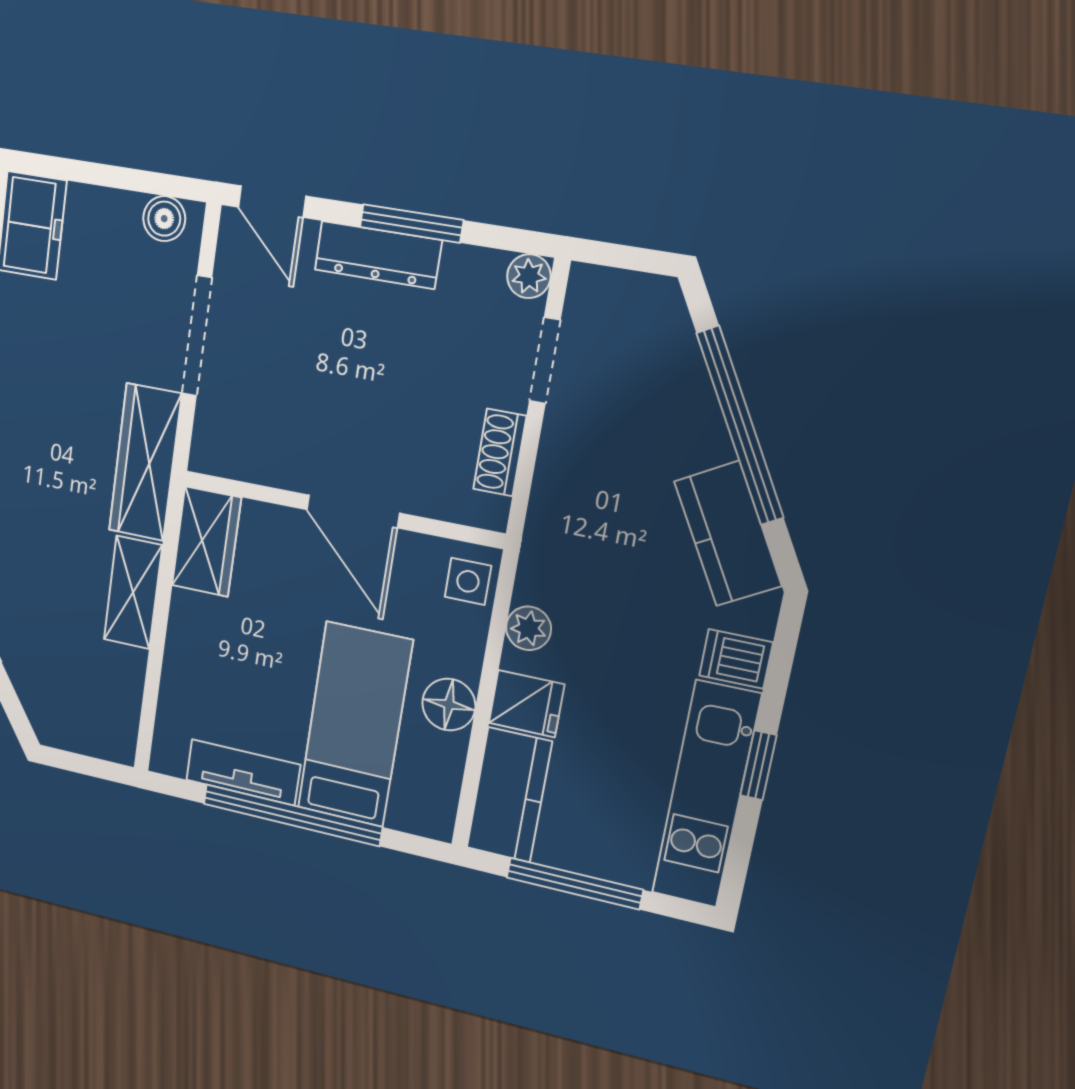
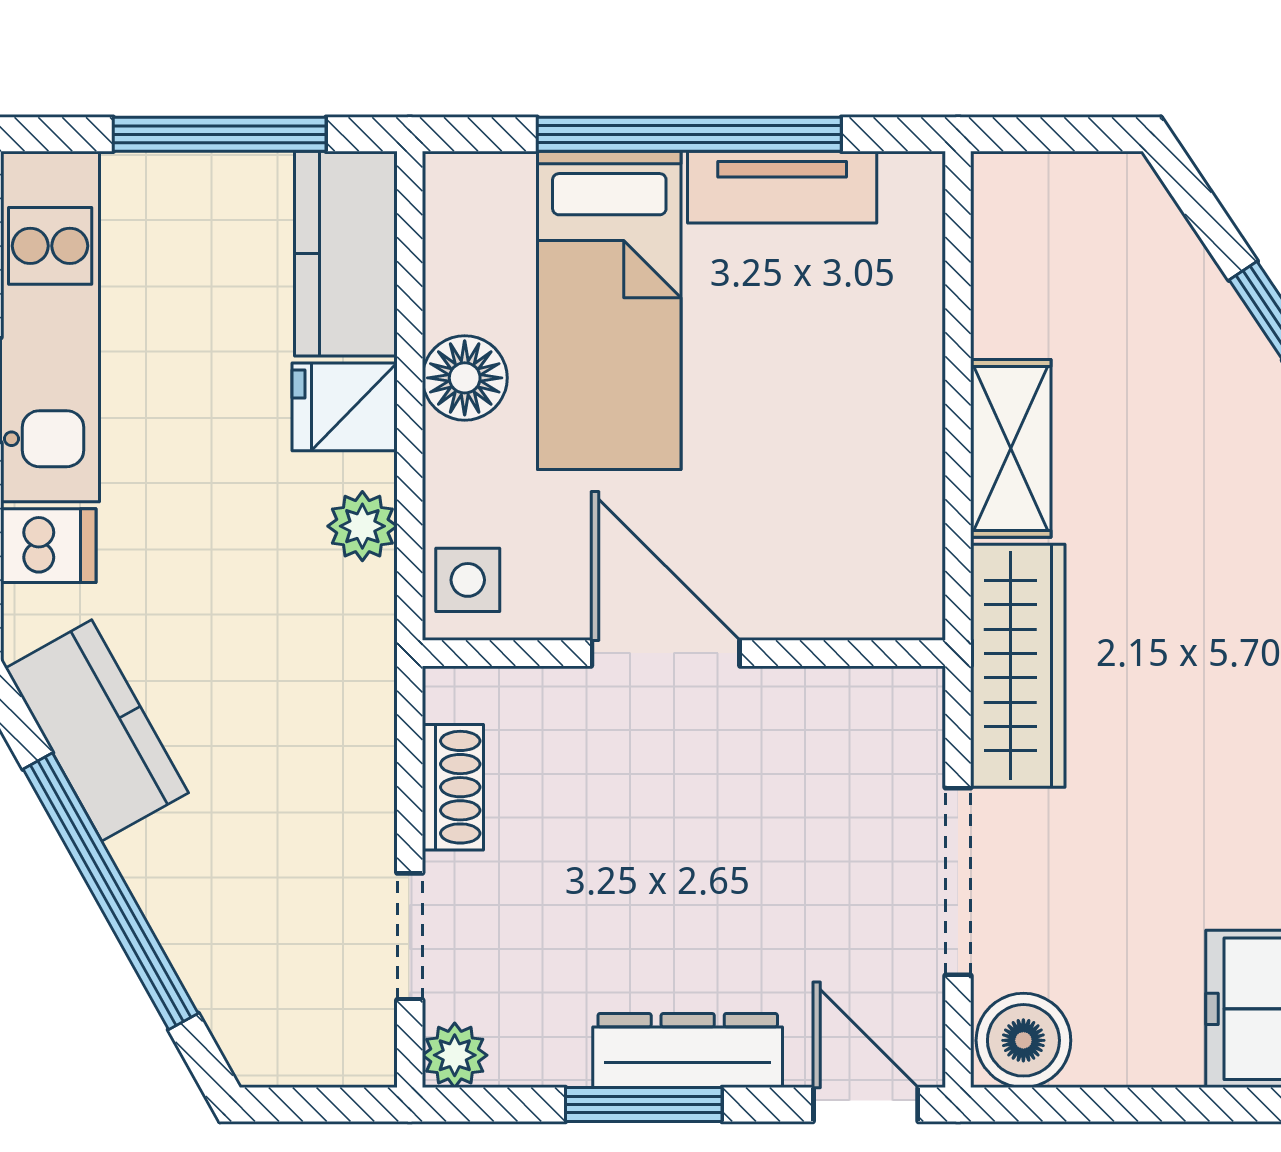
boiler: (164, 219) -> (1023, 1040), width x1.36, depth x1.36
wardrobe: (206, 542) -> (897, 558), removed

